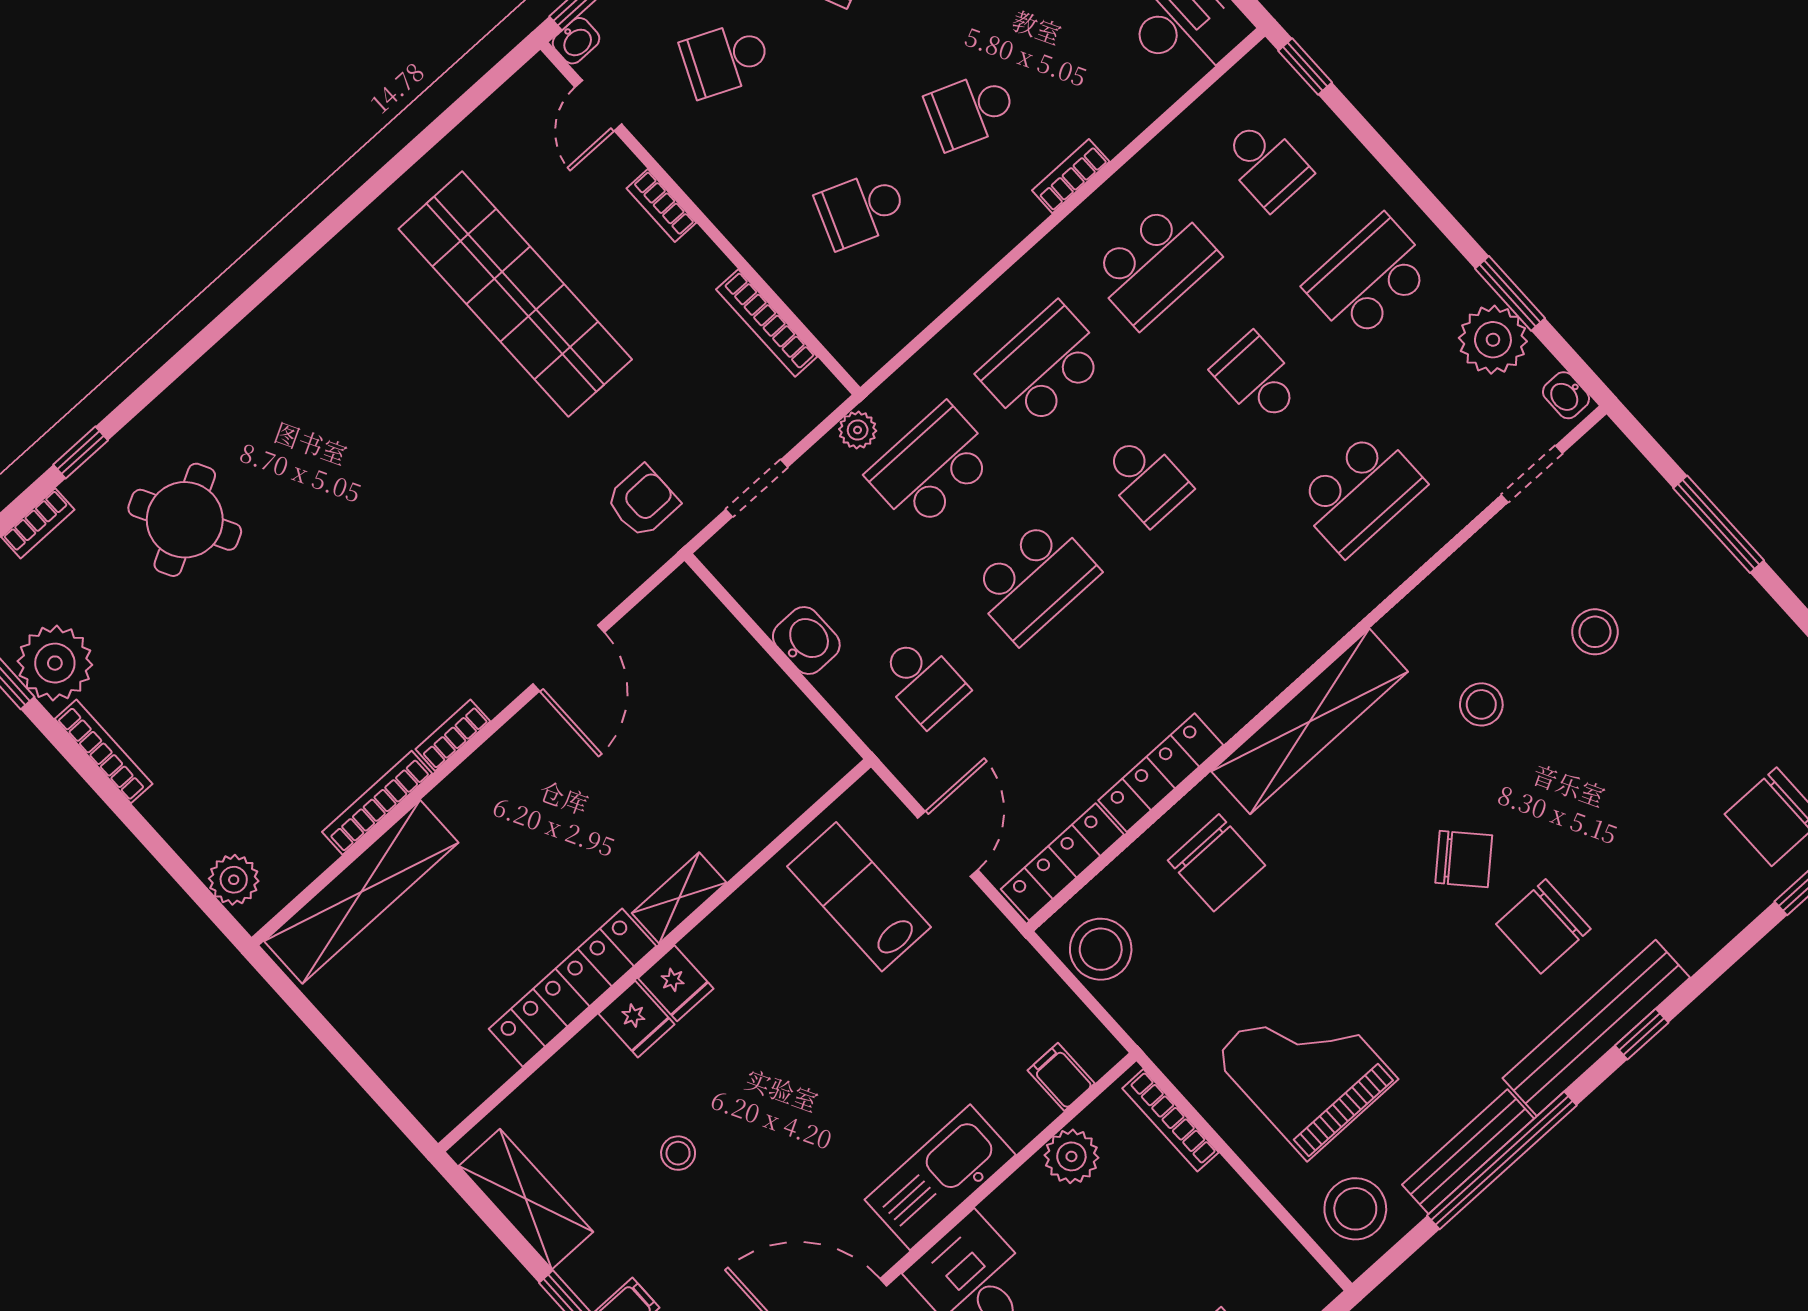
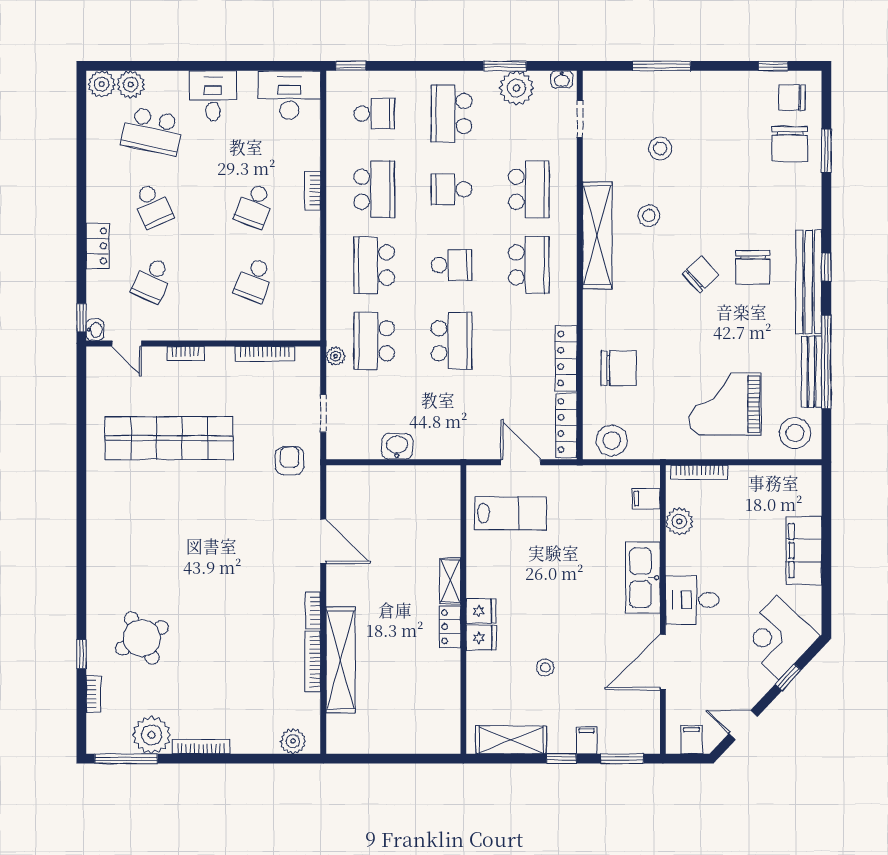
school desk: (923, 681) -> (529, 265), moved, width x1.85
shelving: (1310, 721) -> (597, 235), moved
shelving: (361, 892) -> (341, 660), moved
lab bench: (859, 897) -> (511, 513), turned 180
locker: (572, 988) -> (450, 627), width x0.46, depth x0.83

